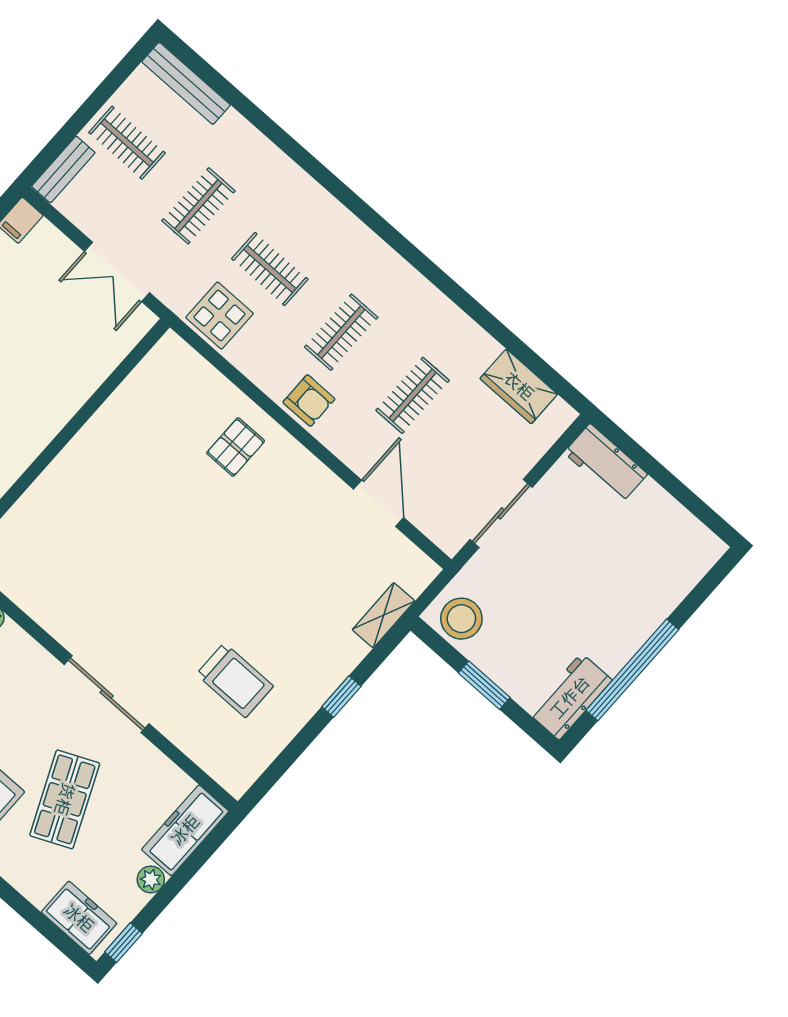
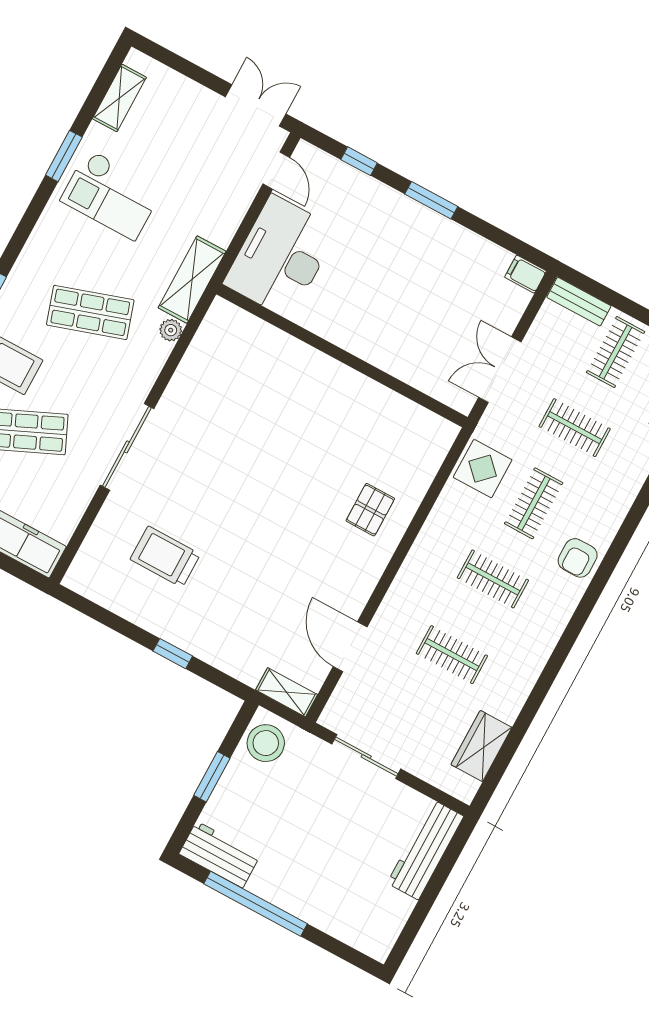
armchair: (309, 401) -> (578, 558), moved
pallet: (236, 447) -> (370, 510), turned 90
workbench: (606, 463) -> (425, 850), width x1.38
door: (379, 503) -> (350, 647), swing flipped
shelving: (383, 615) -> (287, 692), moved
trolley: (235, 680) -> (165, 557), turned 90

